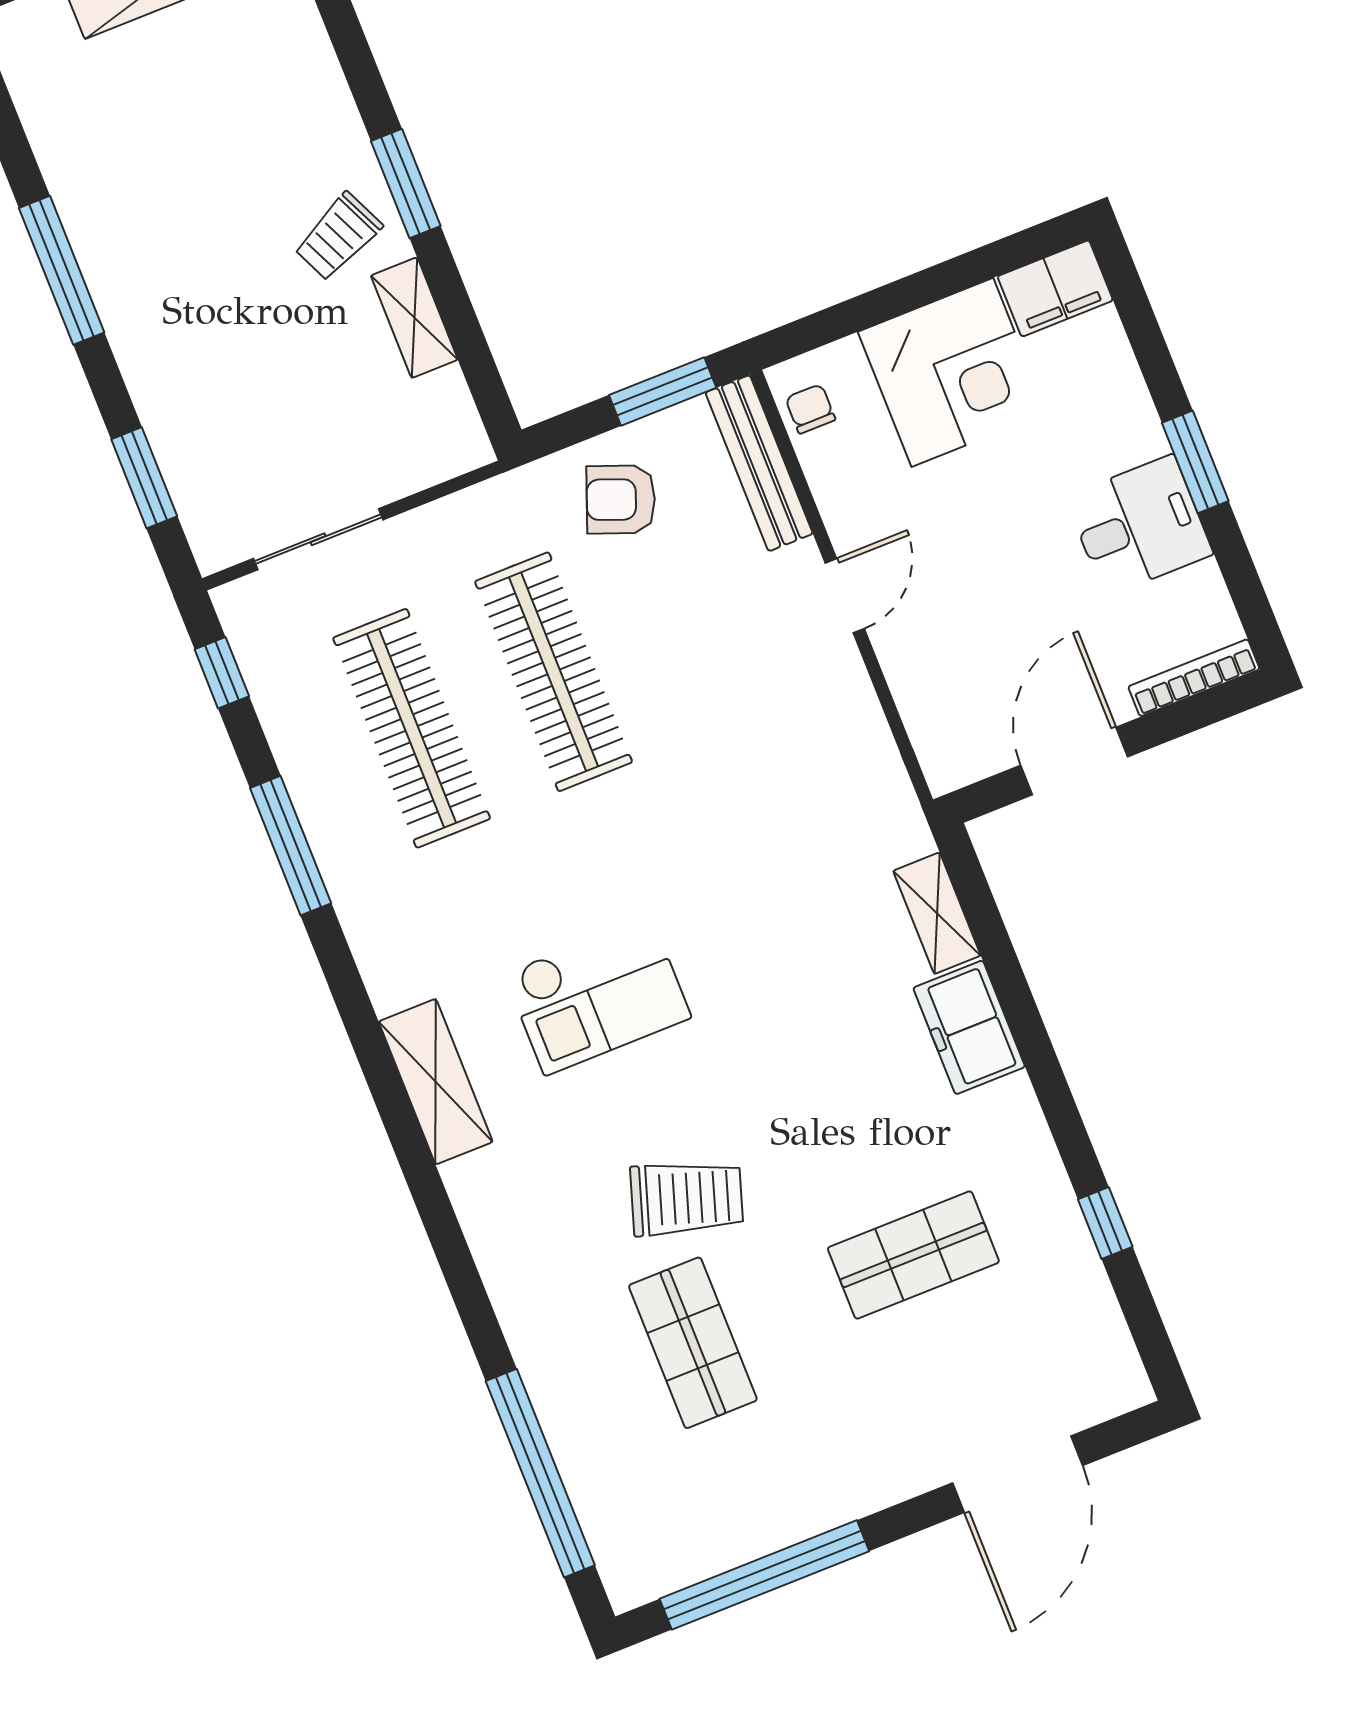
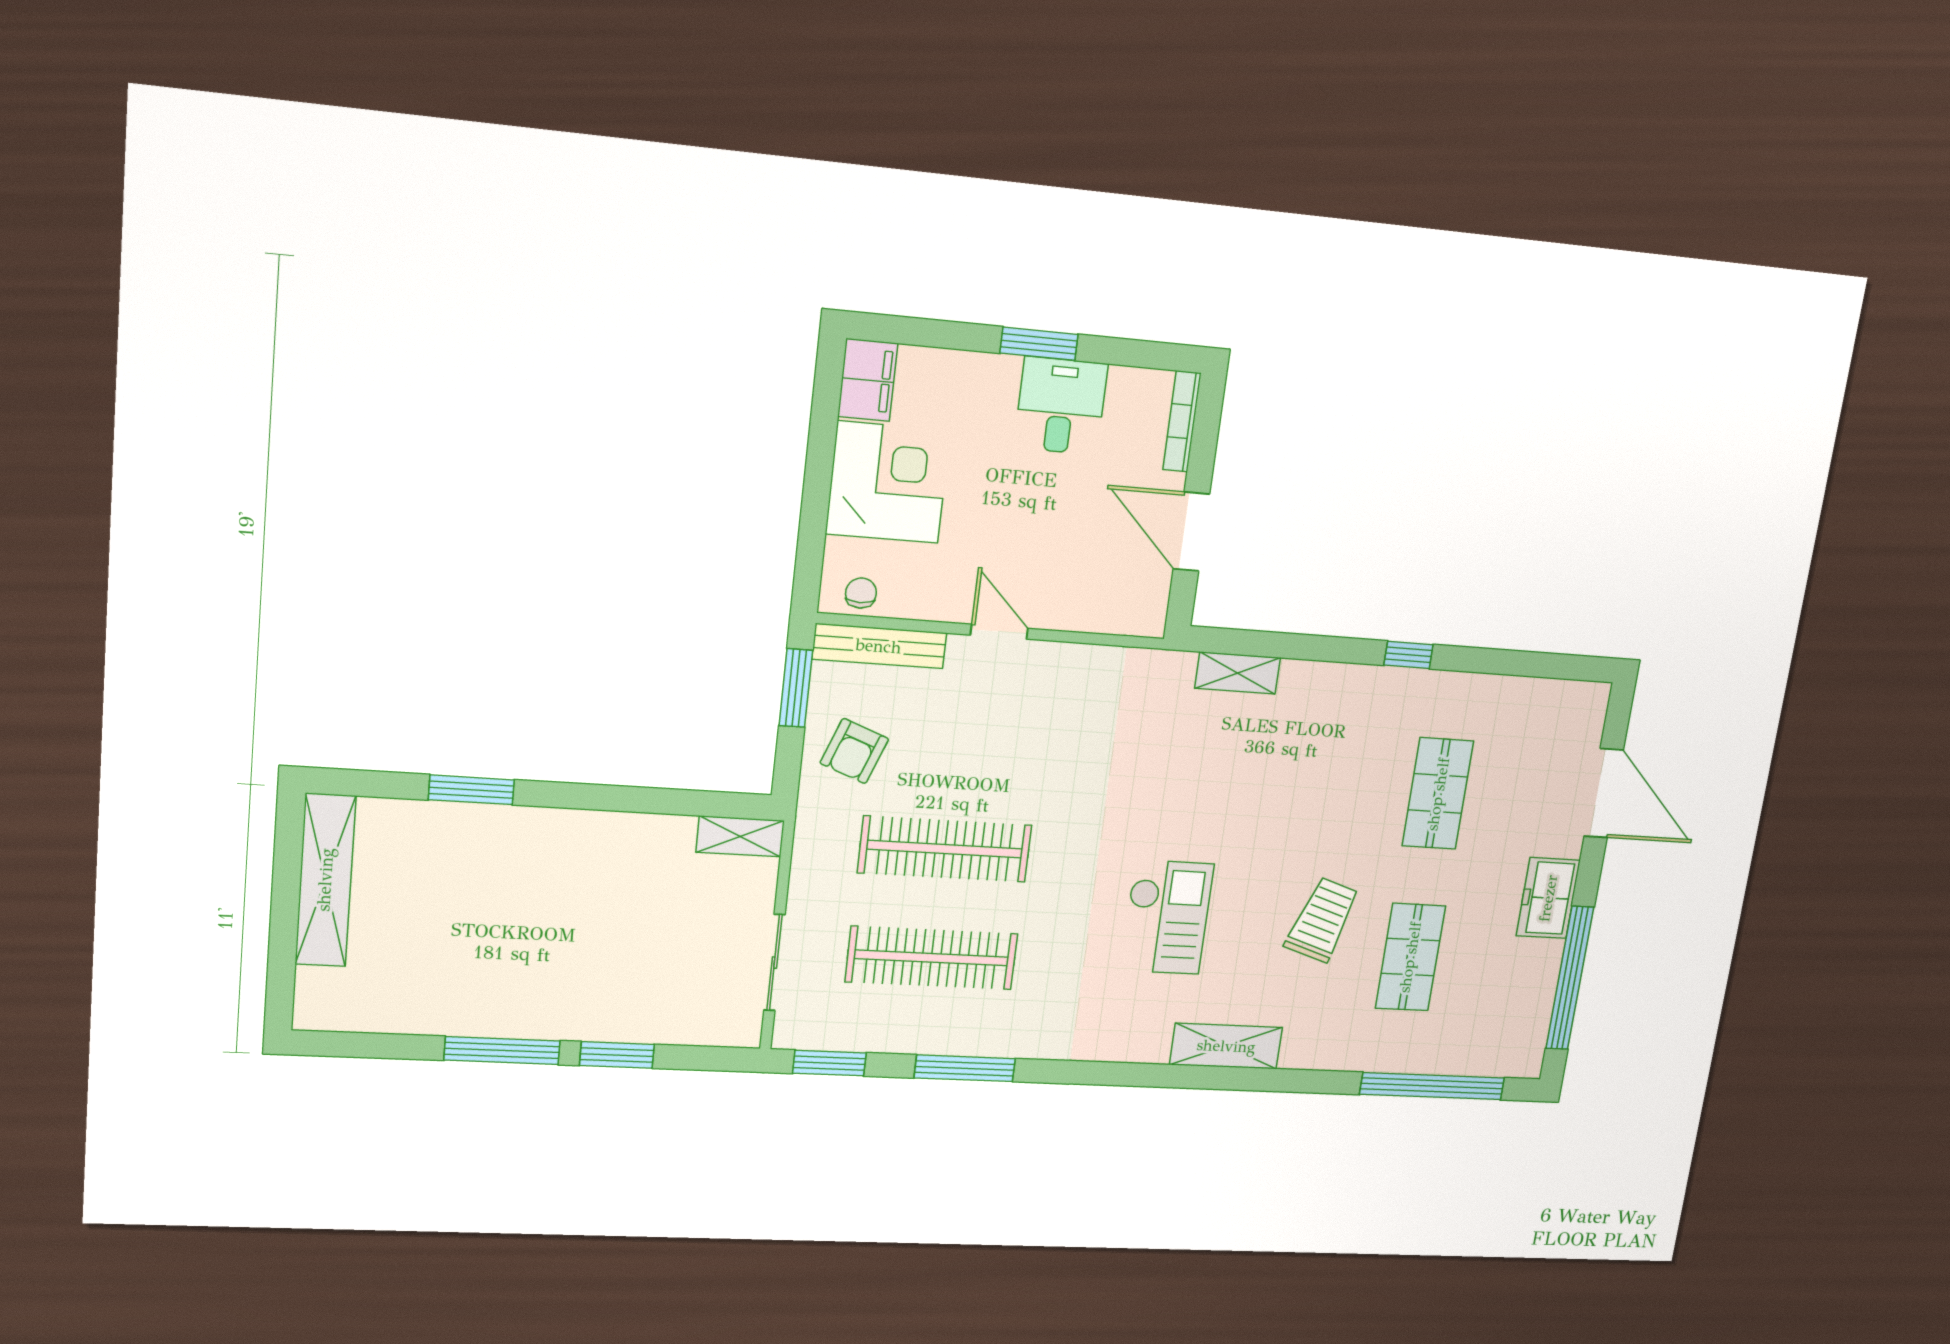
window: (406, 184) -> (471, 790), moved
trolley: (338, 237) -> (574, 857), removed
shelving: (414, 318) -> (740, 836), moved
chair: (810, 409) -> (861, 593), turned 90
window: (144, 478) -> (617, 1055), moved
window: (222, 673) -> (829, 1063), width x1.50
freezer: (969, 1027) -> (1548, 898), moved, turned 90
shelving: (436, 1082) -> (1226, 1046), moved
window: (1105, 1223) -> (1408, 655), moved
shop shelf: (693, 1343) -> (1410, 957), turned 90

